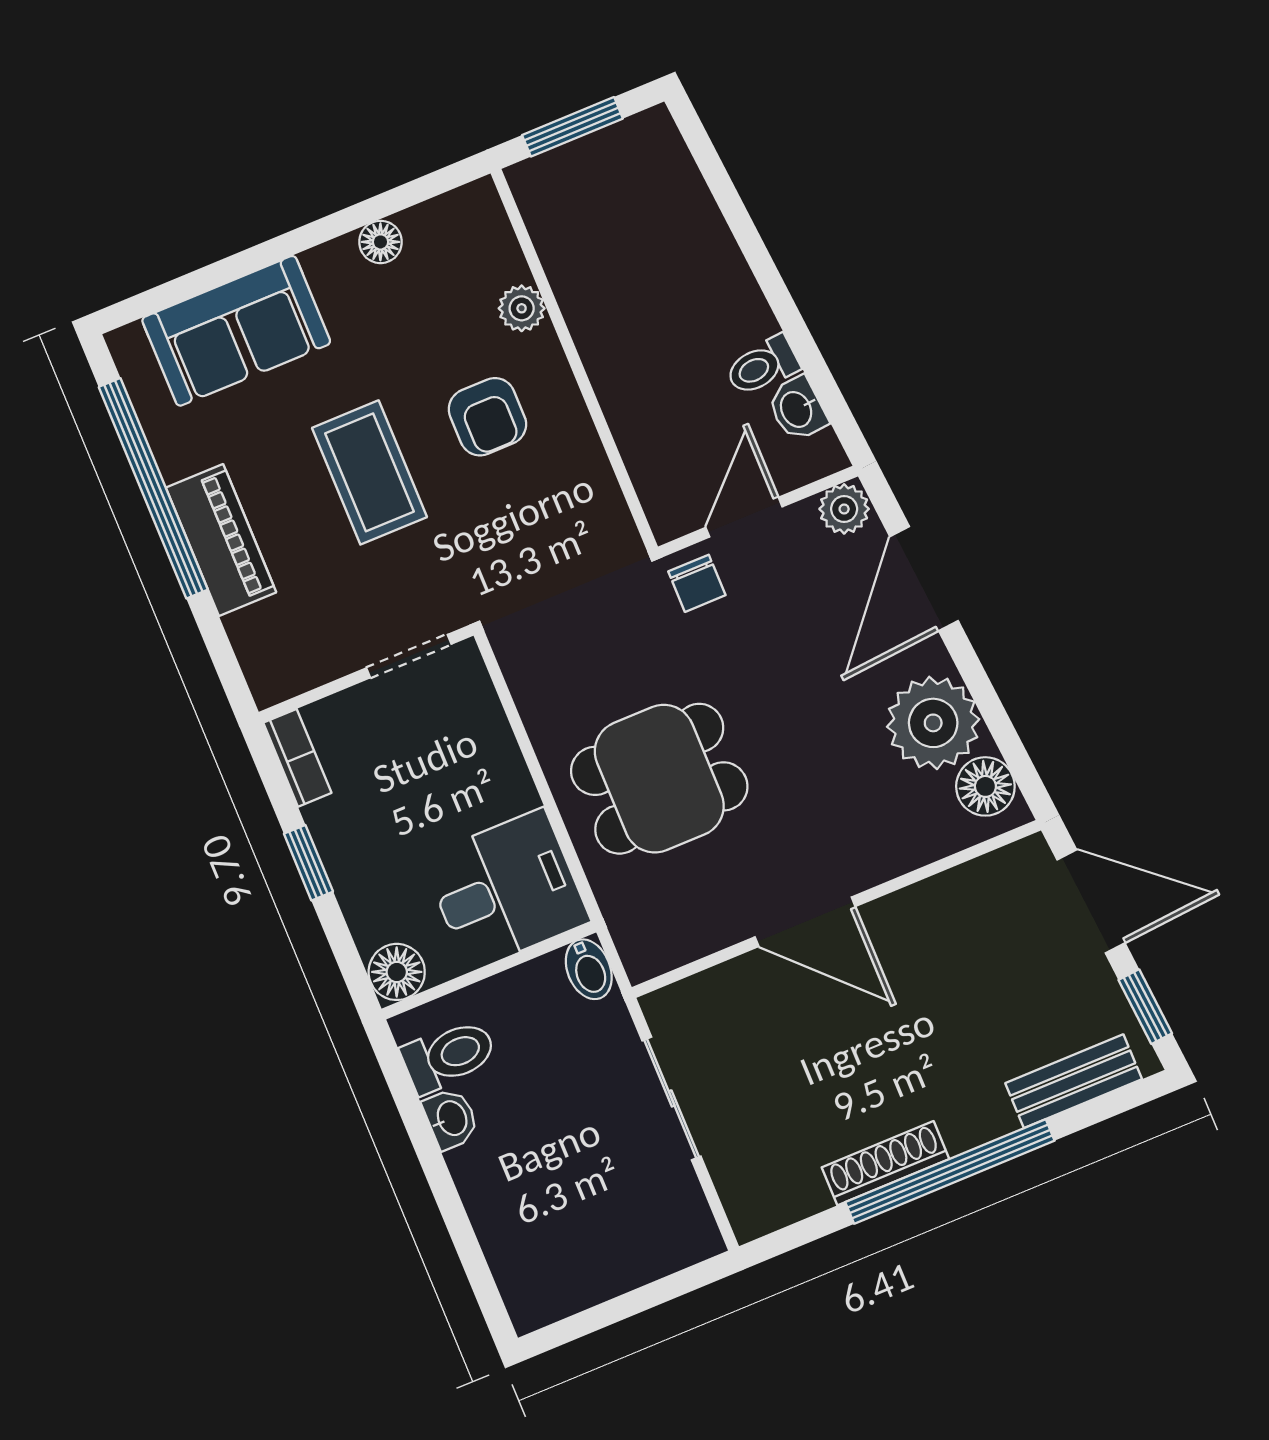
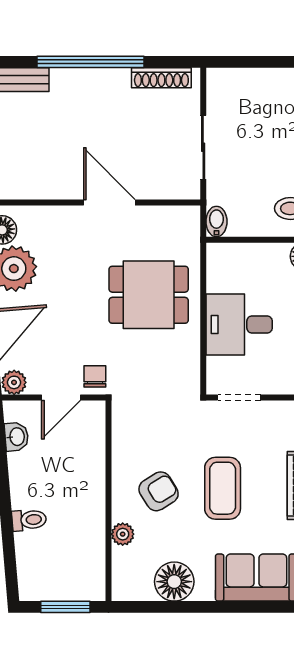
floor lamp: (380, 242) -> (174, 582), width x1.89, depth x1.89
toilet: (762, 366) -> (29, 520), moved
armchair: (487, 417) -> (159, 491), turned 58
desk: (506, 890) -> (239, 324), moved
shoe rack: (885, 1163) -> (161, 78), moved

